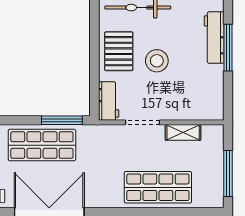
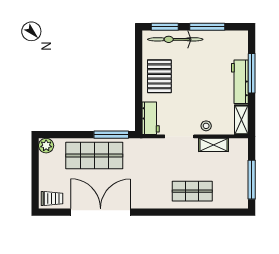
workbench: (214, 38) -> (240, 82), moved
stool: (157, 61) -> (206, 126), moved, width x0.53, depth x0.53
shelving: (216, 103) -> (241, 120), added
shop shelf: (158, 187) -> (192, 191), width x0.70, depth x0.74

